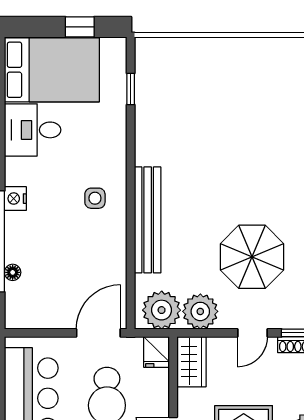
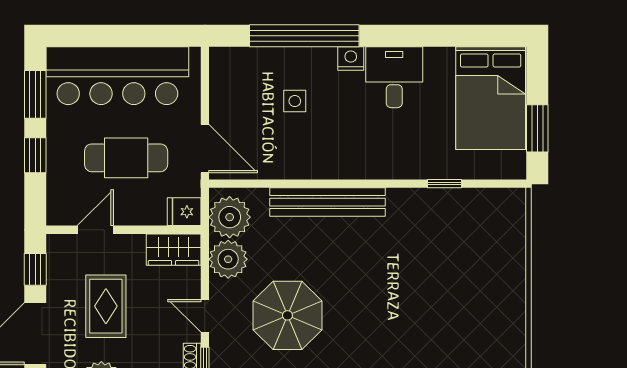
window: (80, 27) -> (537, 128), width x1.50
window: (131, 89) -> (445, 184), moved
desk: (33, 130) -> (394, 77), moved
side table: (95, 198) -> (295, 101), moved
floor lamp: (13, 272) -> (271, 55), removed

